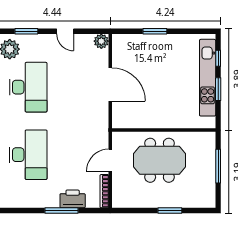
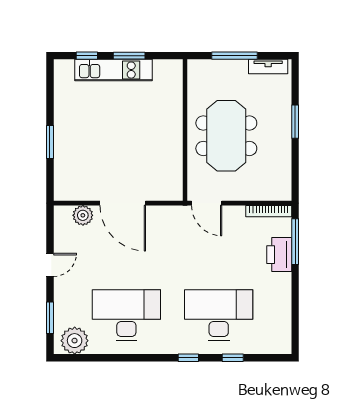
plant: (101, 41) -> (83, 215), moved
kitchen unit: (208, 78) -> (113, 70), width x0.73
door: (110, 84) -> (123, 203), swing flipped
door: (110, 160) -> (207, 203), moved
tv unit: (210, 191) -> (268, 67), added
window: (62, 211) -> (295, 242), moved

